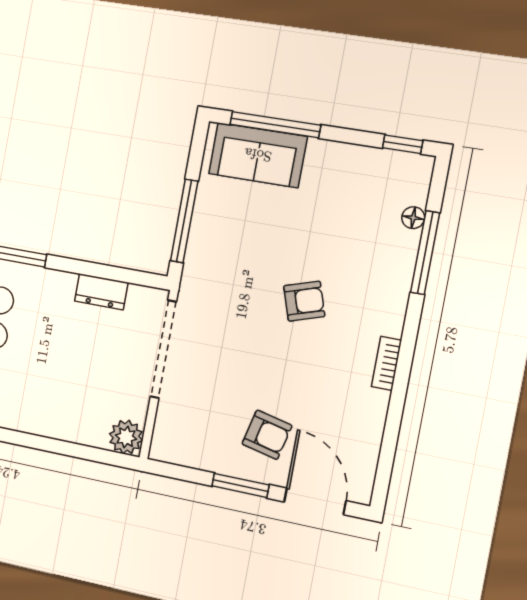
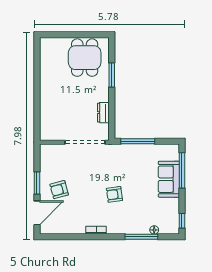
sofa: (258, 155) -> (169, 179), moved
armchair: (304, 301) -> (114, 194), turned 100
armchair: (267, 435) -> (59, 190), turned 62
plant: (126, 437) -> (47, 134), removed

